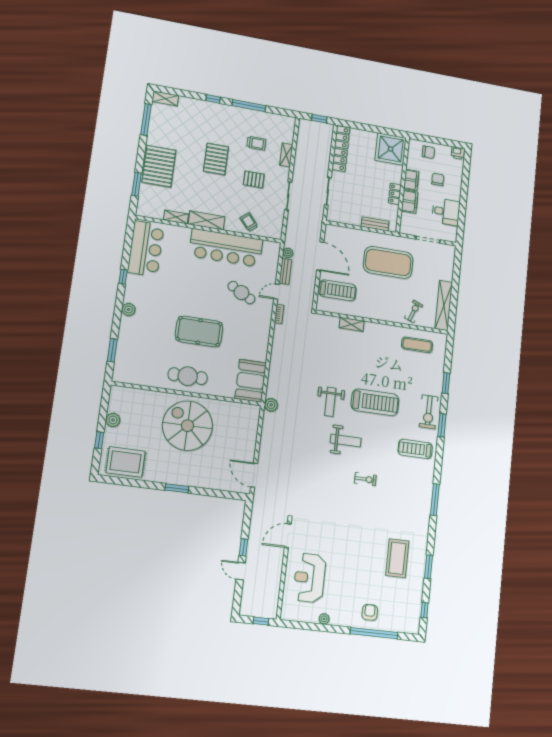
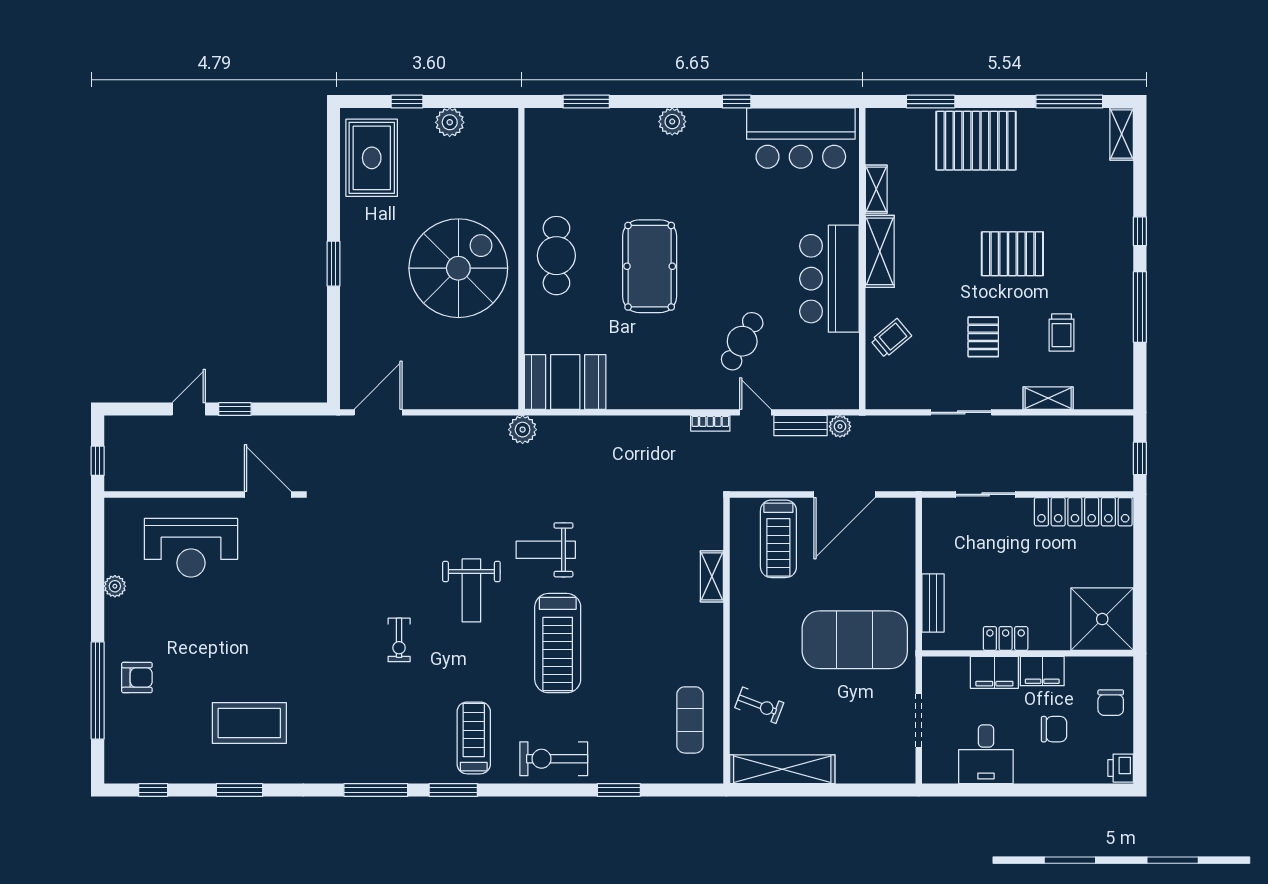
bar counter: (226, 248) -> (829, 279), width x0.73
exercise mat: (388, 262) -> (855, 640), turned 90
window: (442, 425) -> (453, 790), moved
reception desk: (310, 578) -> (191, 548), turned 180

